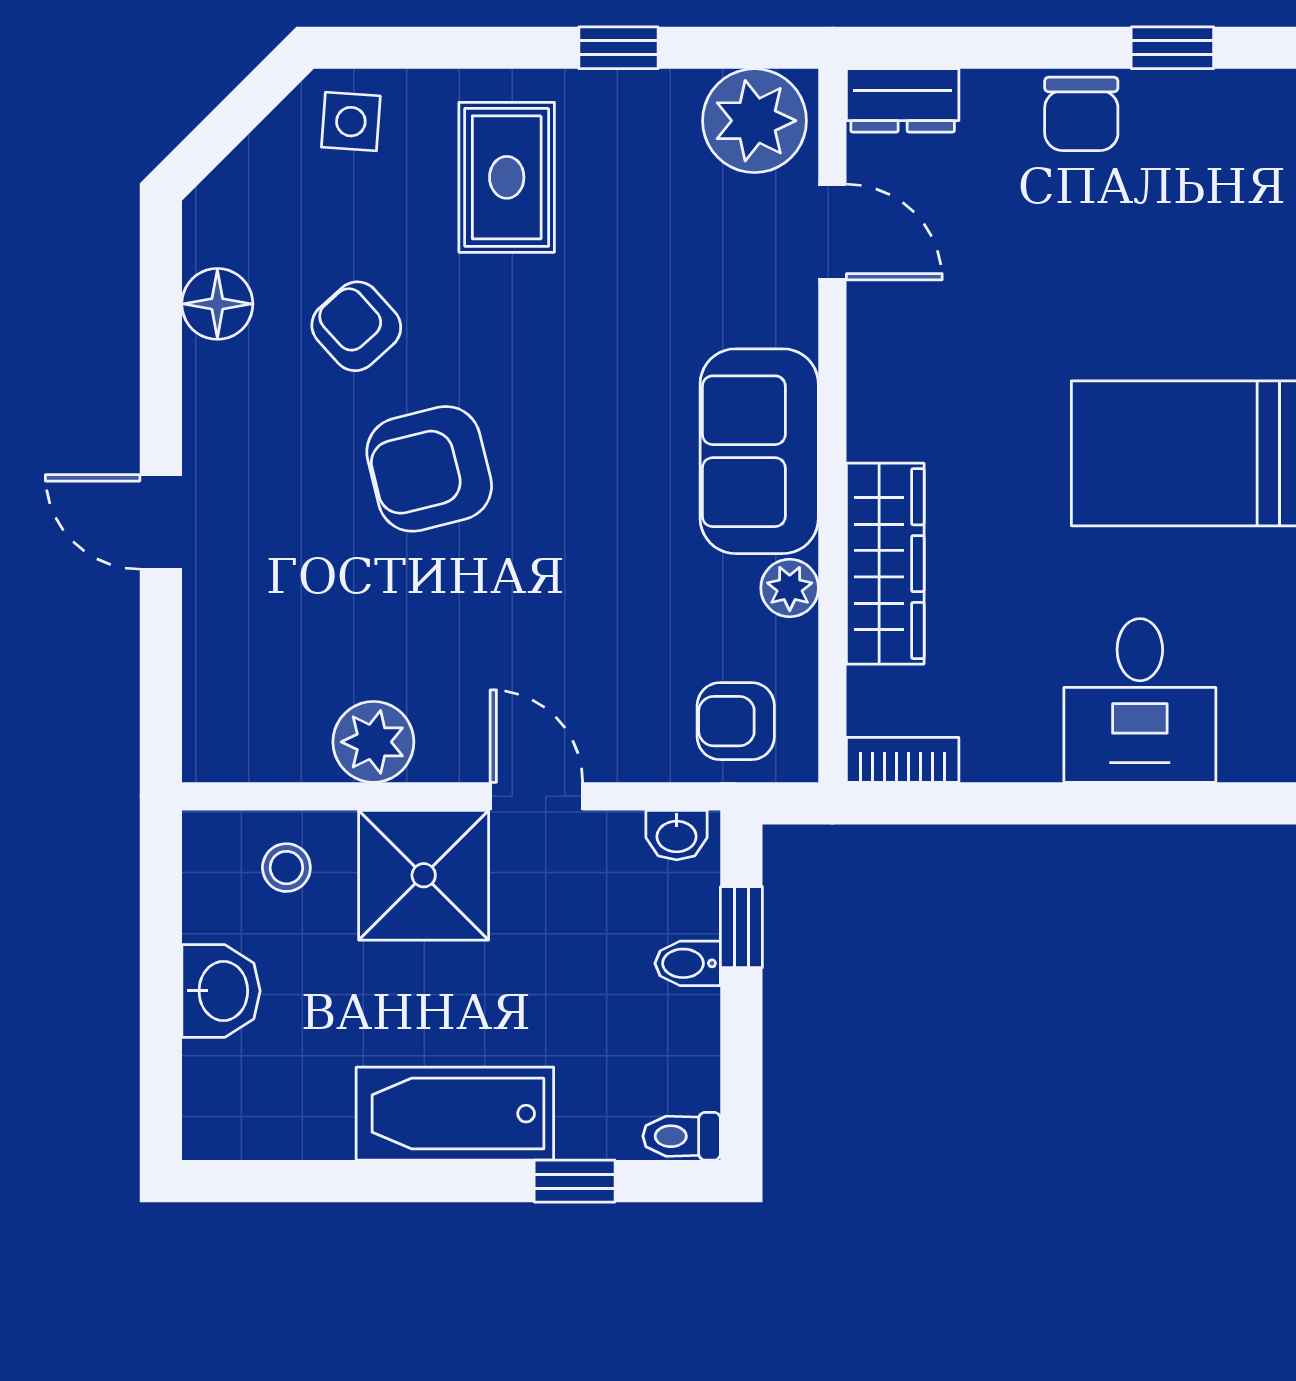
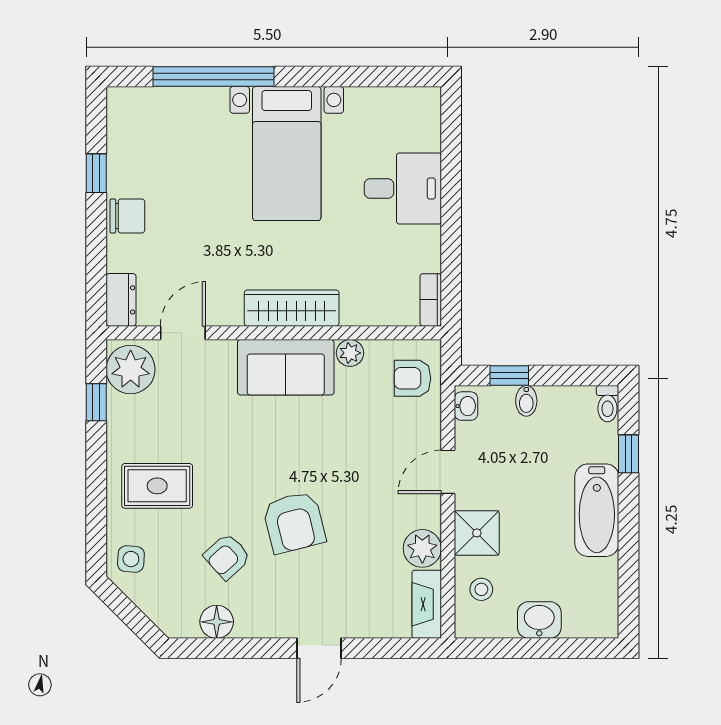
window: (618, 48) -> (96, 402), moved
wardrobe: (885, 564) -> (292, 308), moved
armchair: (736, 721) -> (413, 378), turned 90
fireplace: (255, 751) -> (427, 604), added
shower: (424, 875) -> (477, 533), width x0.73, depth x0.73

